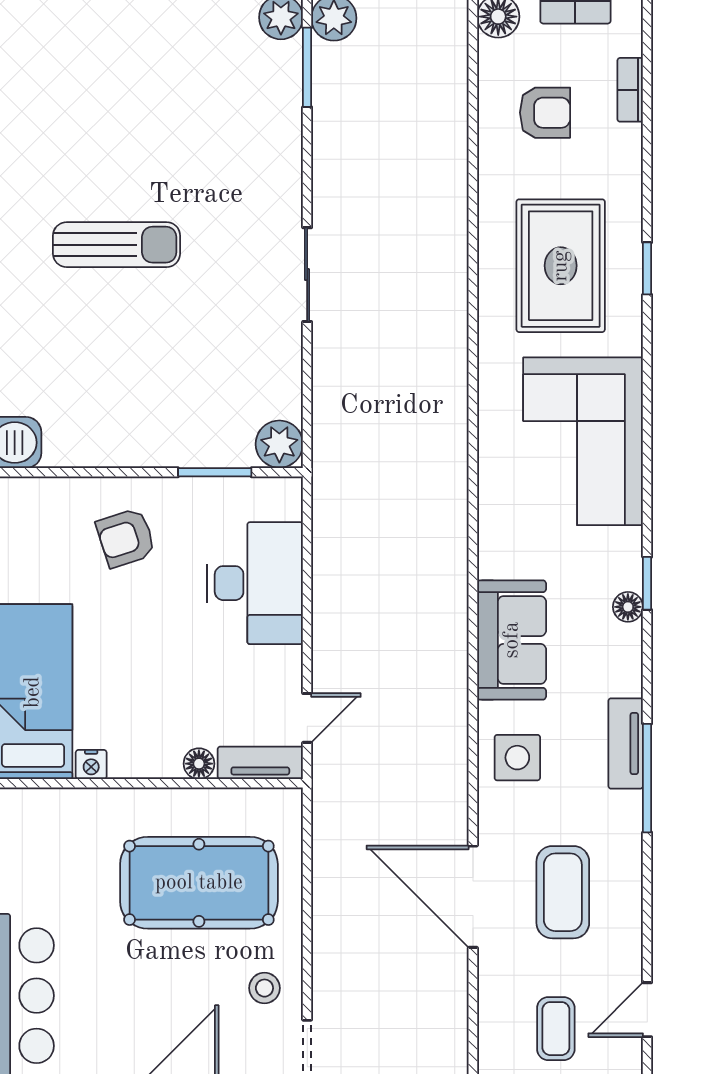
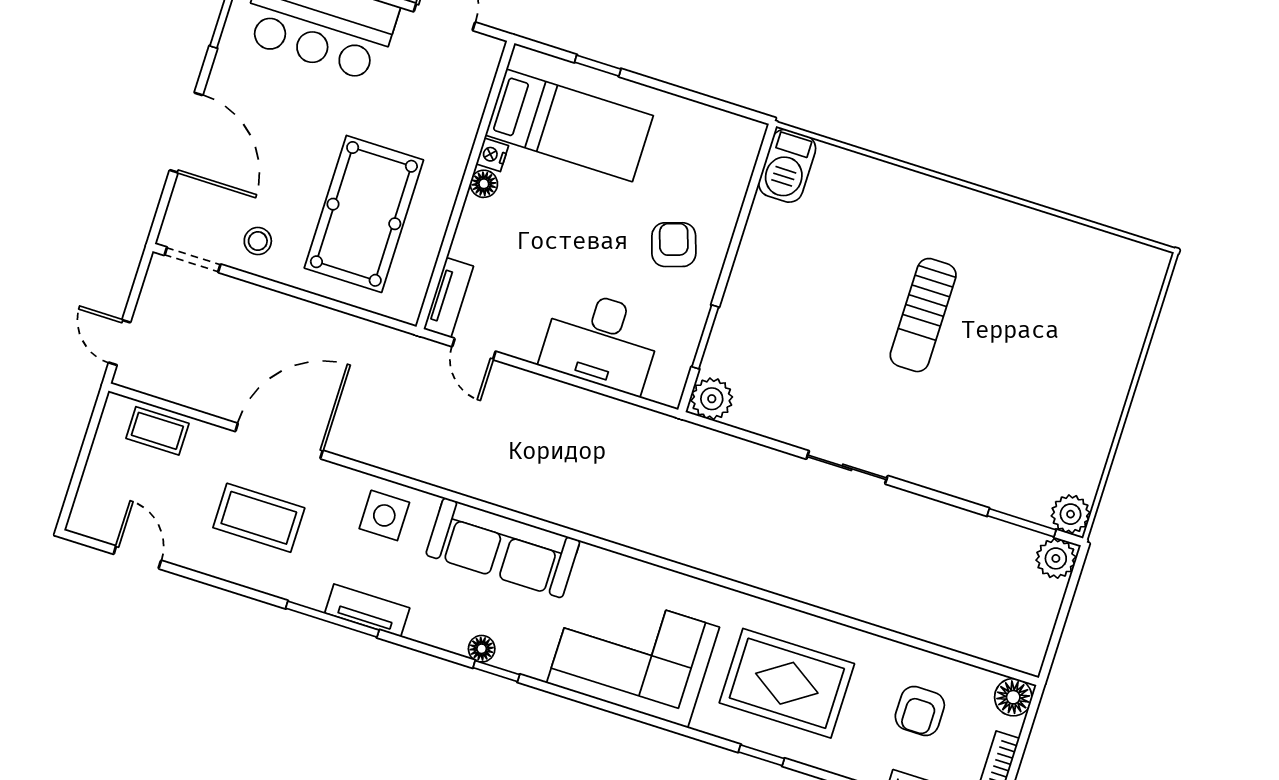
sofa: (512, 640) -> (503, 548), width x1.36
floor lamp: (199, 764) -> (484, 184), moved
coffee table: (556, 1029) -> (157, 431), moved

